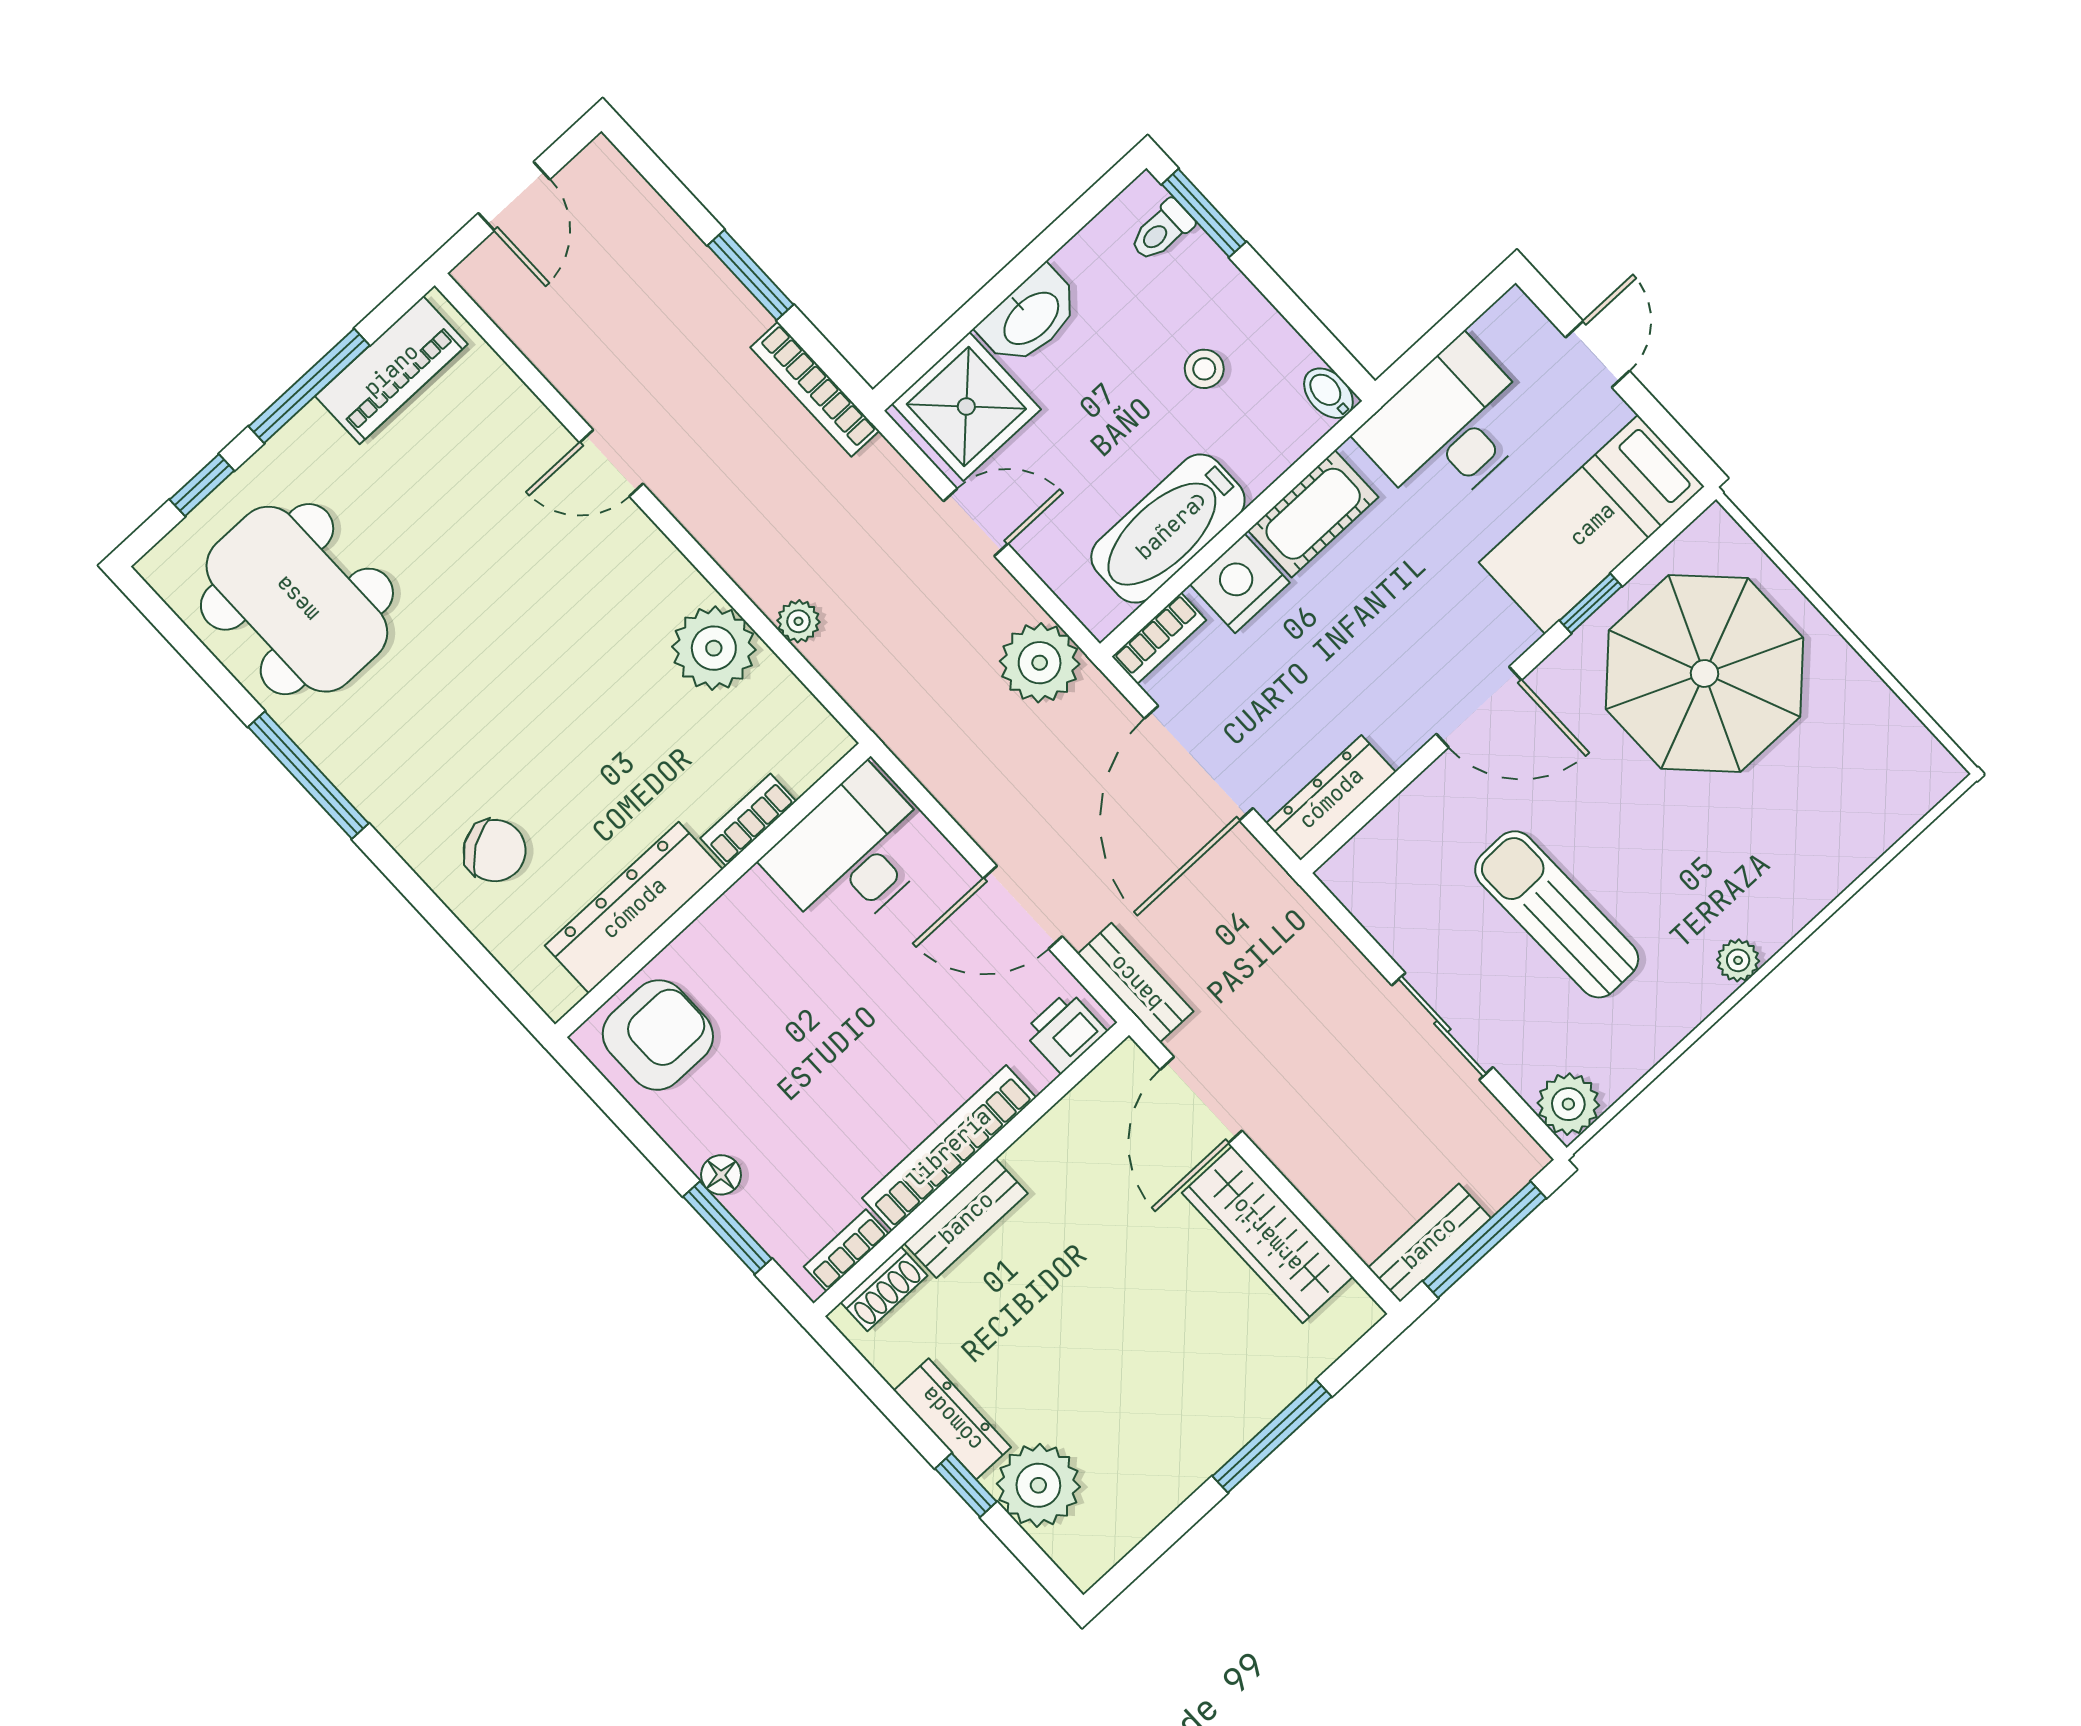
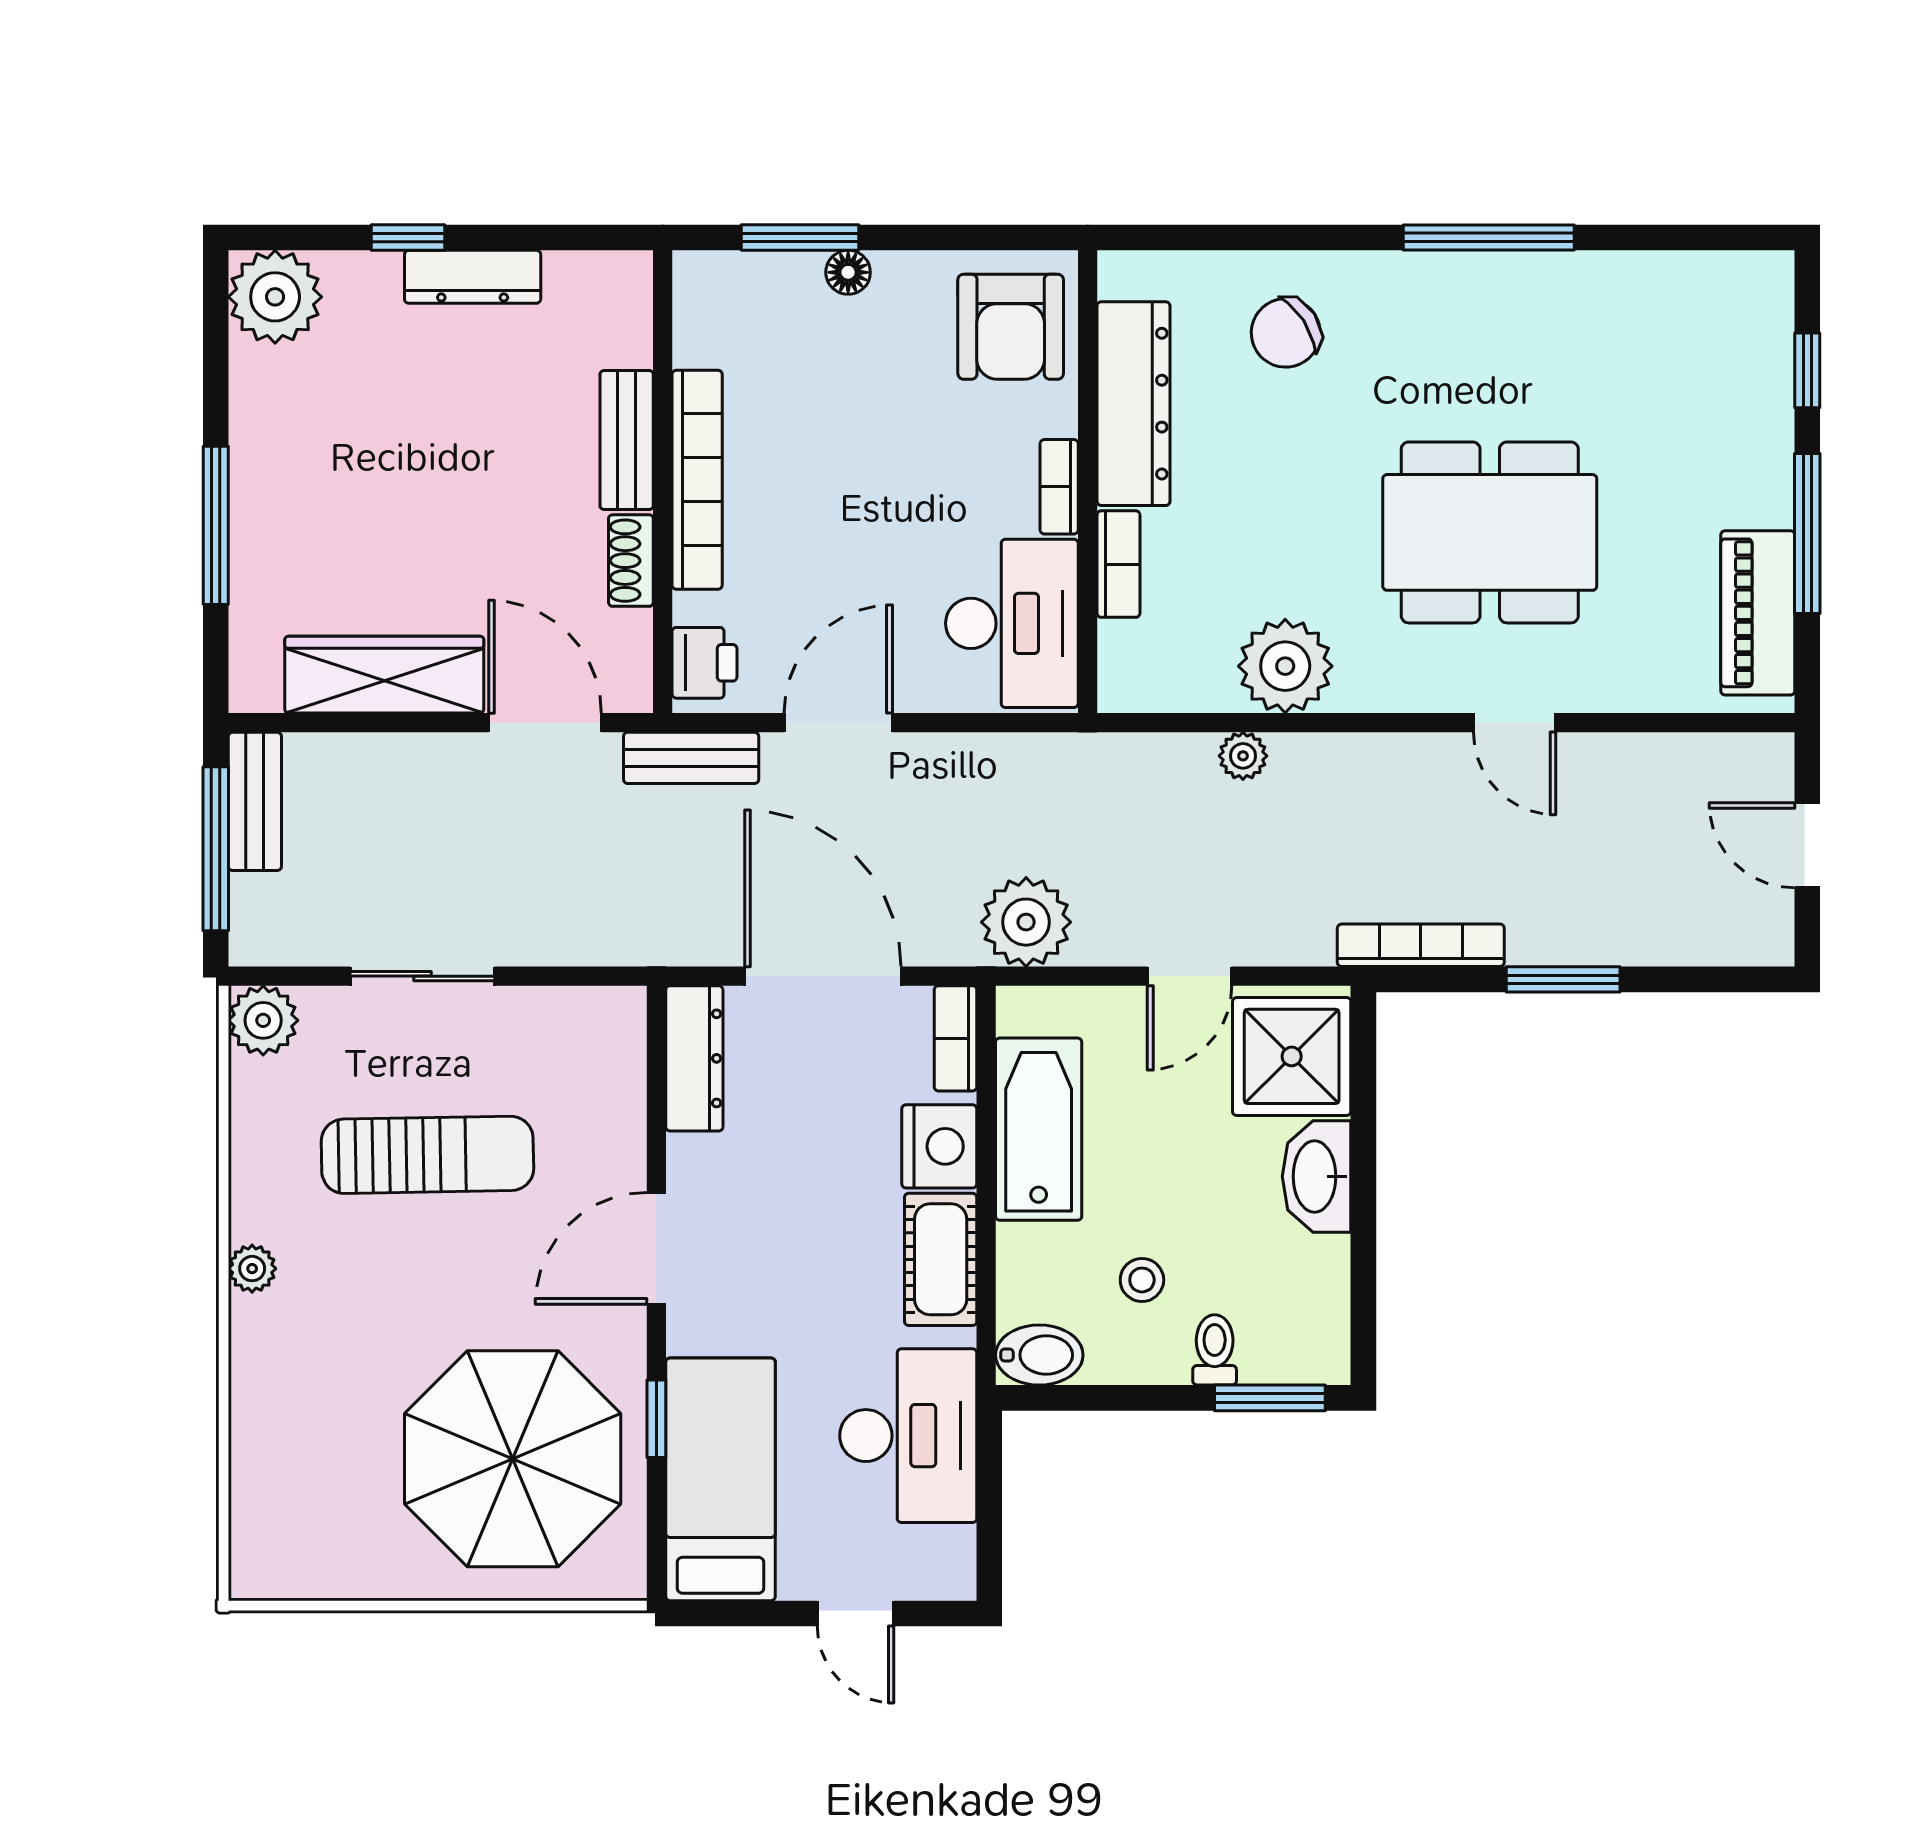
toilet: (1162, 231) -> (1215, 1350), moved
bidet: (1328, 393) -> (1039, 1355), width x1.38, depth x1.36
door: (611, 463) -> (1515, 723), swing flipped
dining table: (297, 599) -> (1490, 532), moved
bookcase: (846, 1250) -> (1059, 487), moved, turned 180
shoe rack: (884, 1289) -> (631, 561), moved
plant: (1038, 1485) -> (275, 297), moved

